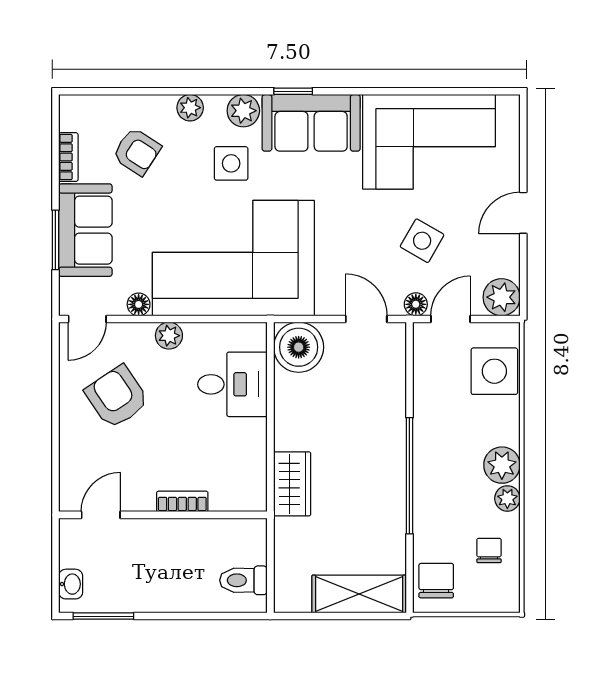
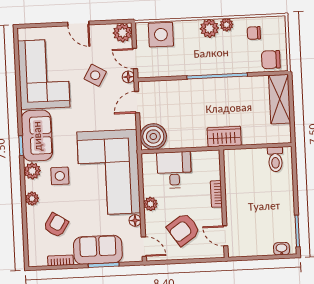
bookcase: (182, 501) -> (216, 194), moved
door: (101, 515) -> (225, 236), moved
wall: (163, 515) -> (224, 204), moved

